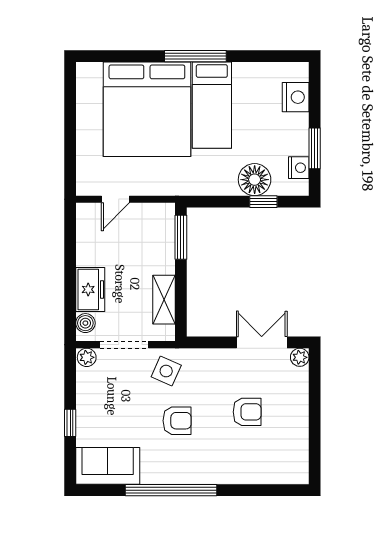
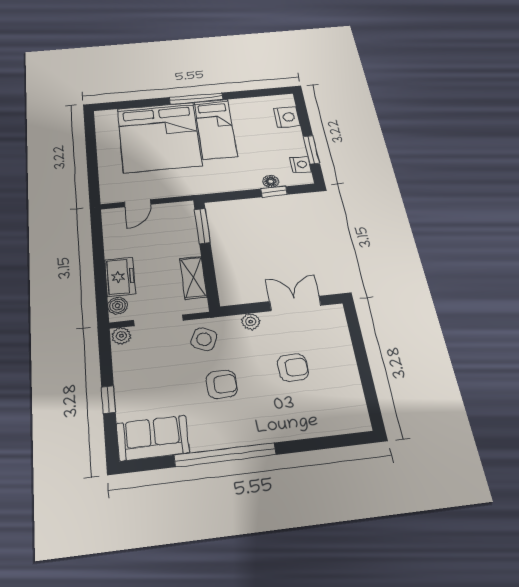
floor lamp: (255, 180) -> (271, 181), width x0.53, depth x0.53
plant: (300, 357) -> (251, 322), moved

